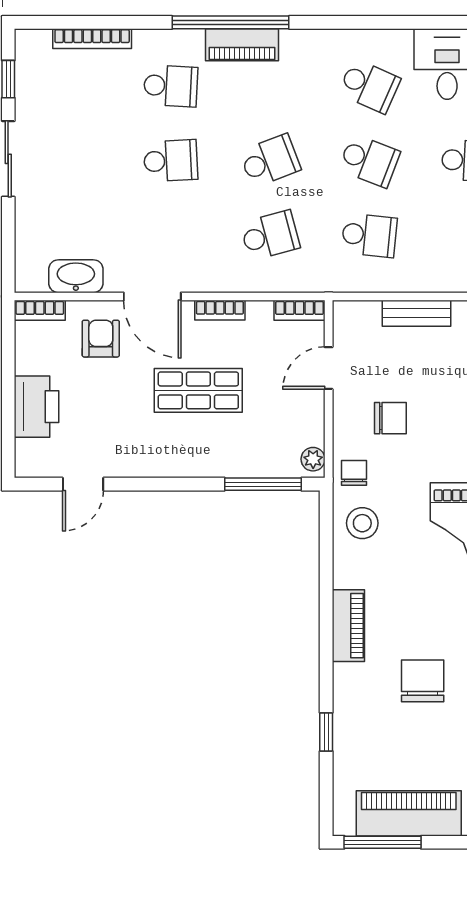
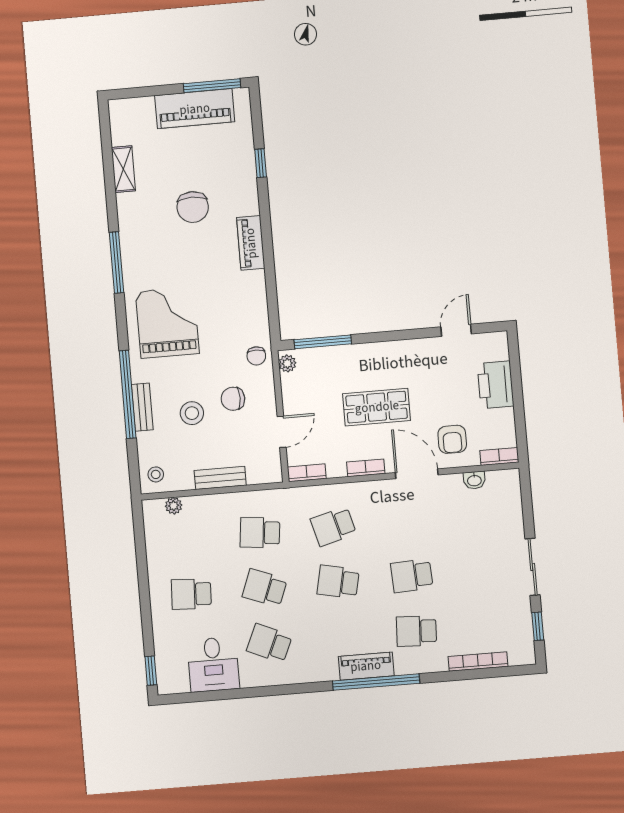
school desk: (270, 161) -> (338, 582), turned 33
washbasin: (76, 276) -> (474, 480), width x0.52, depth x0.69
stool: (362, 523) -> (192, 413), moved

